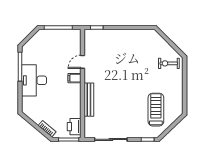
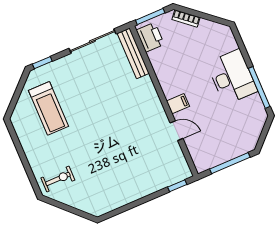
door: (83, 62) -> (177, 131), hinge flipped
bench: (89, 100) -> (133, 53), moved

